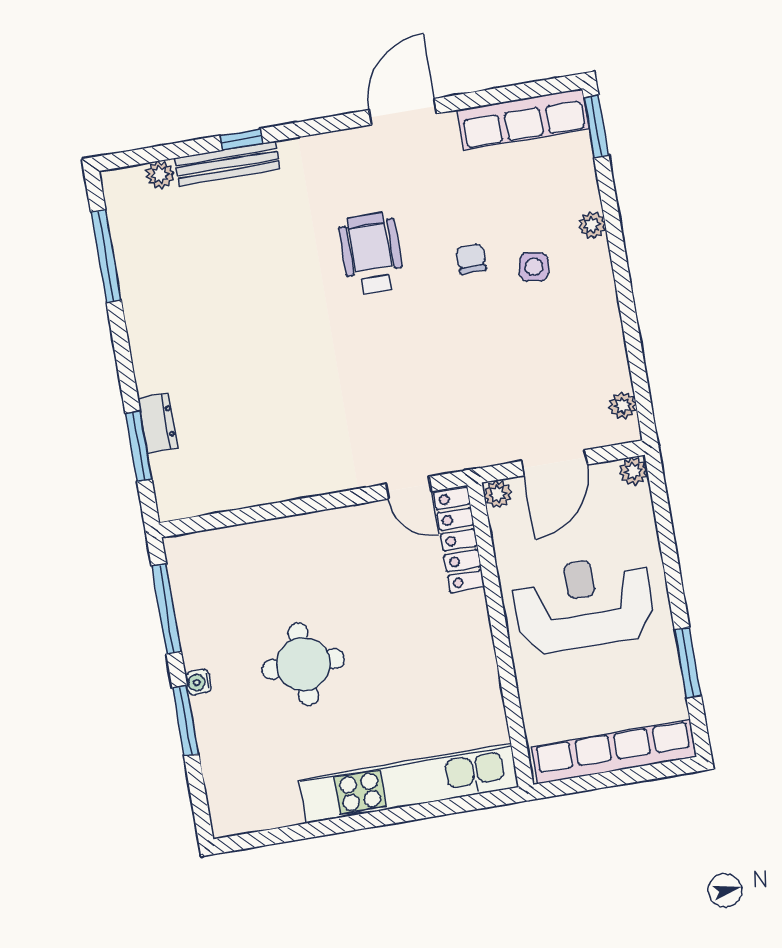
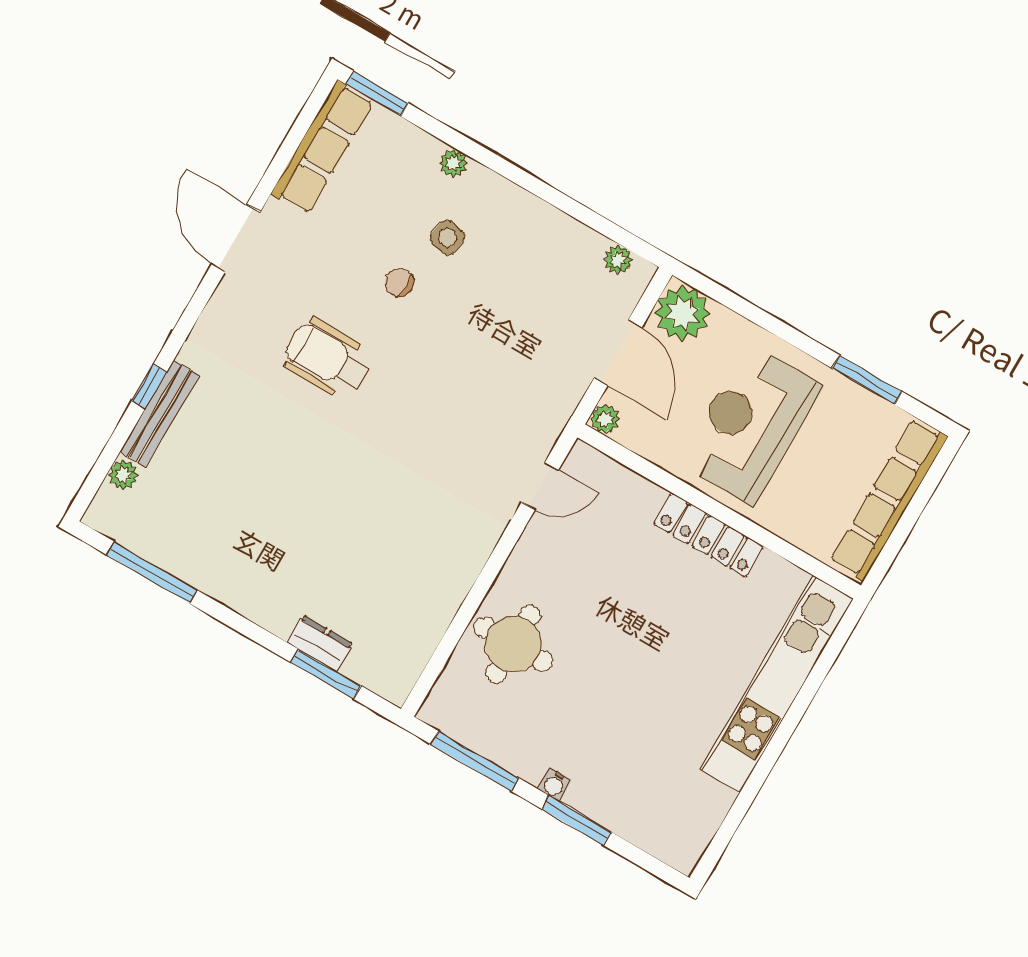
plant: (633, 471) -> (682, 313), width x1.87, depth x1.87
locker: (459, 540) -> (708, 535), moved
round table: (303, 664) -> (513, 644), moved

